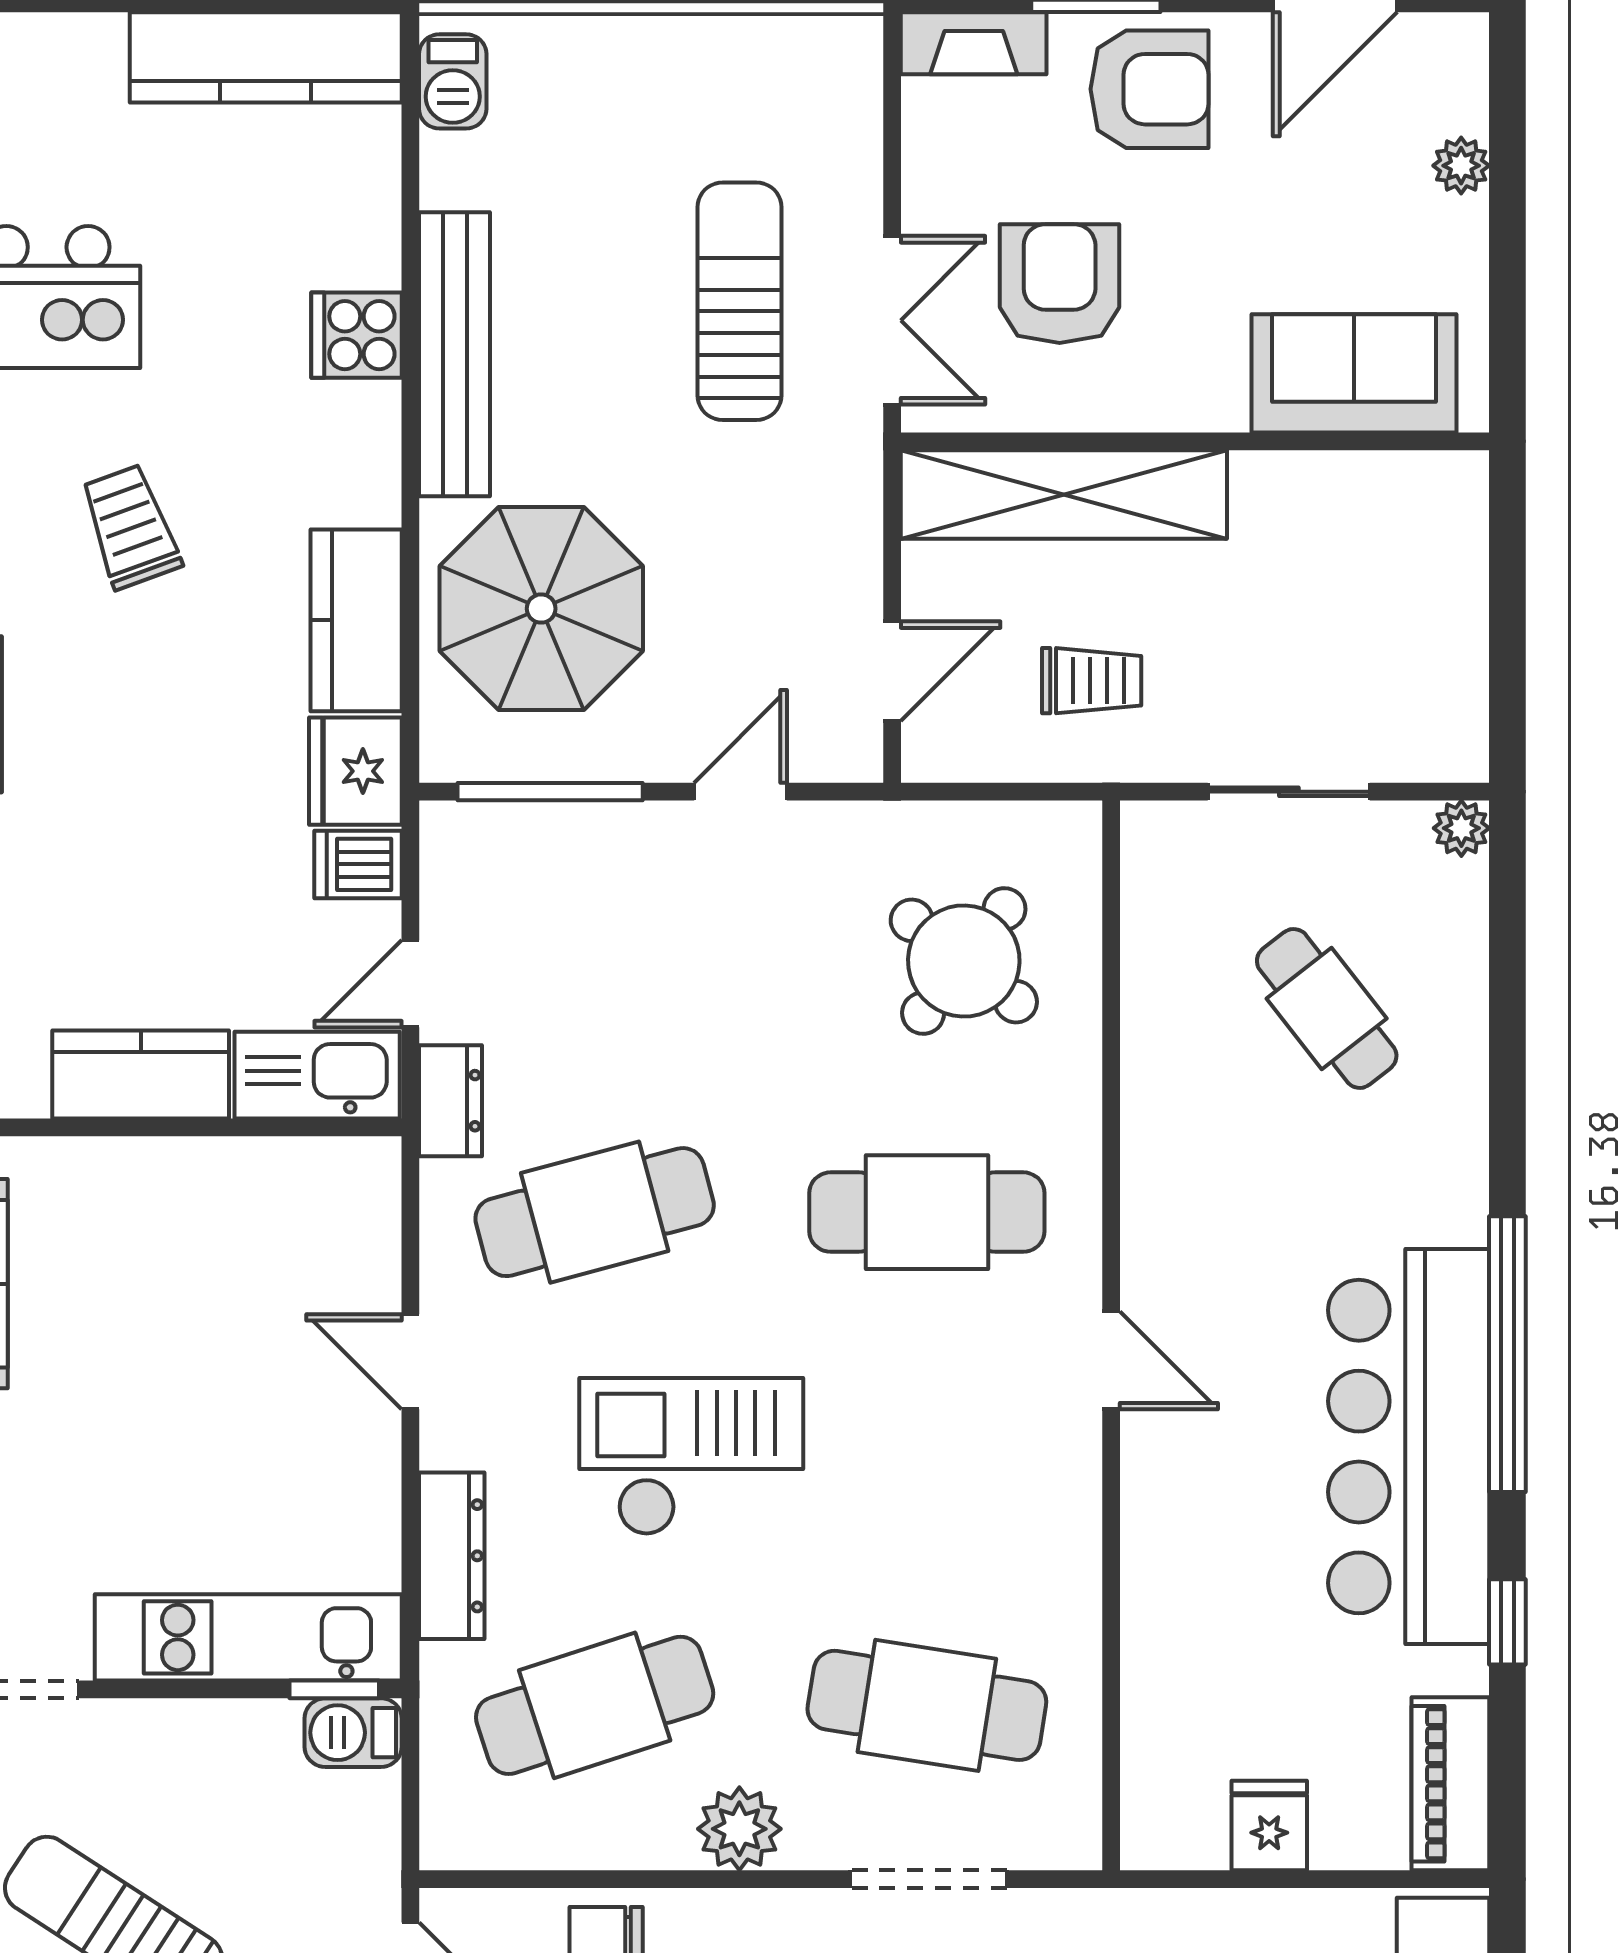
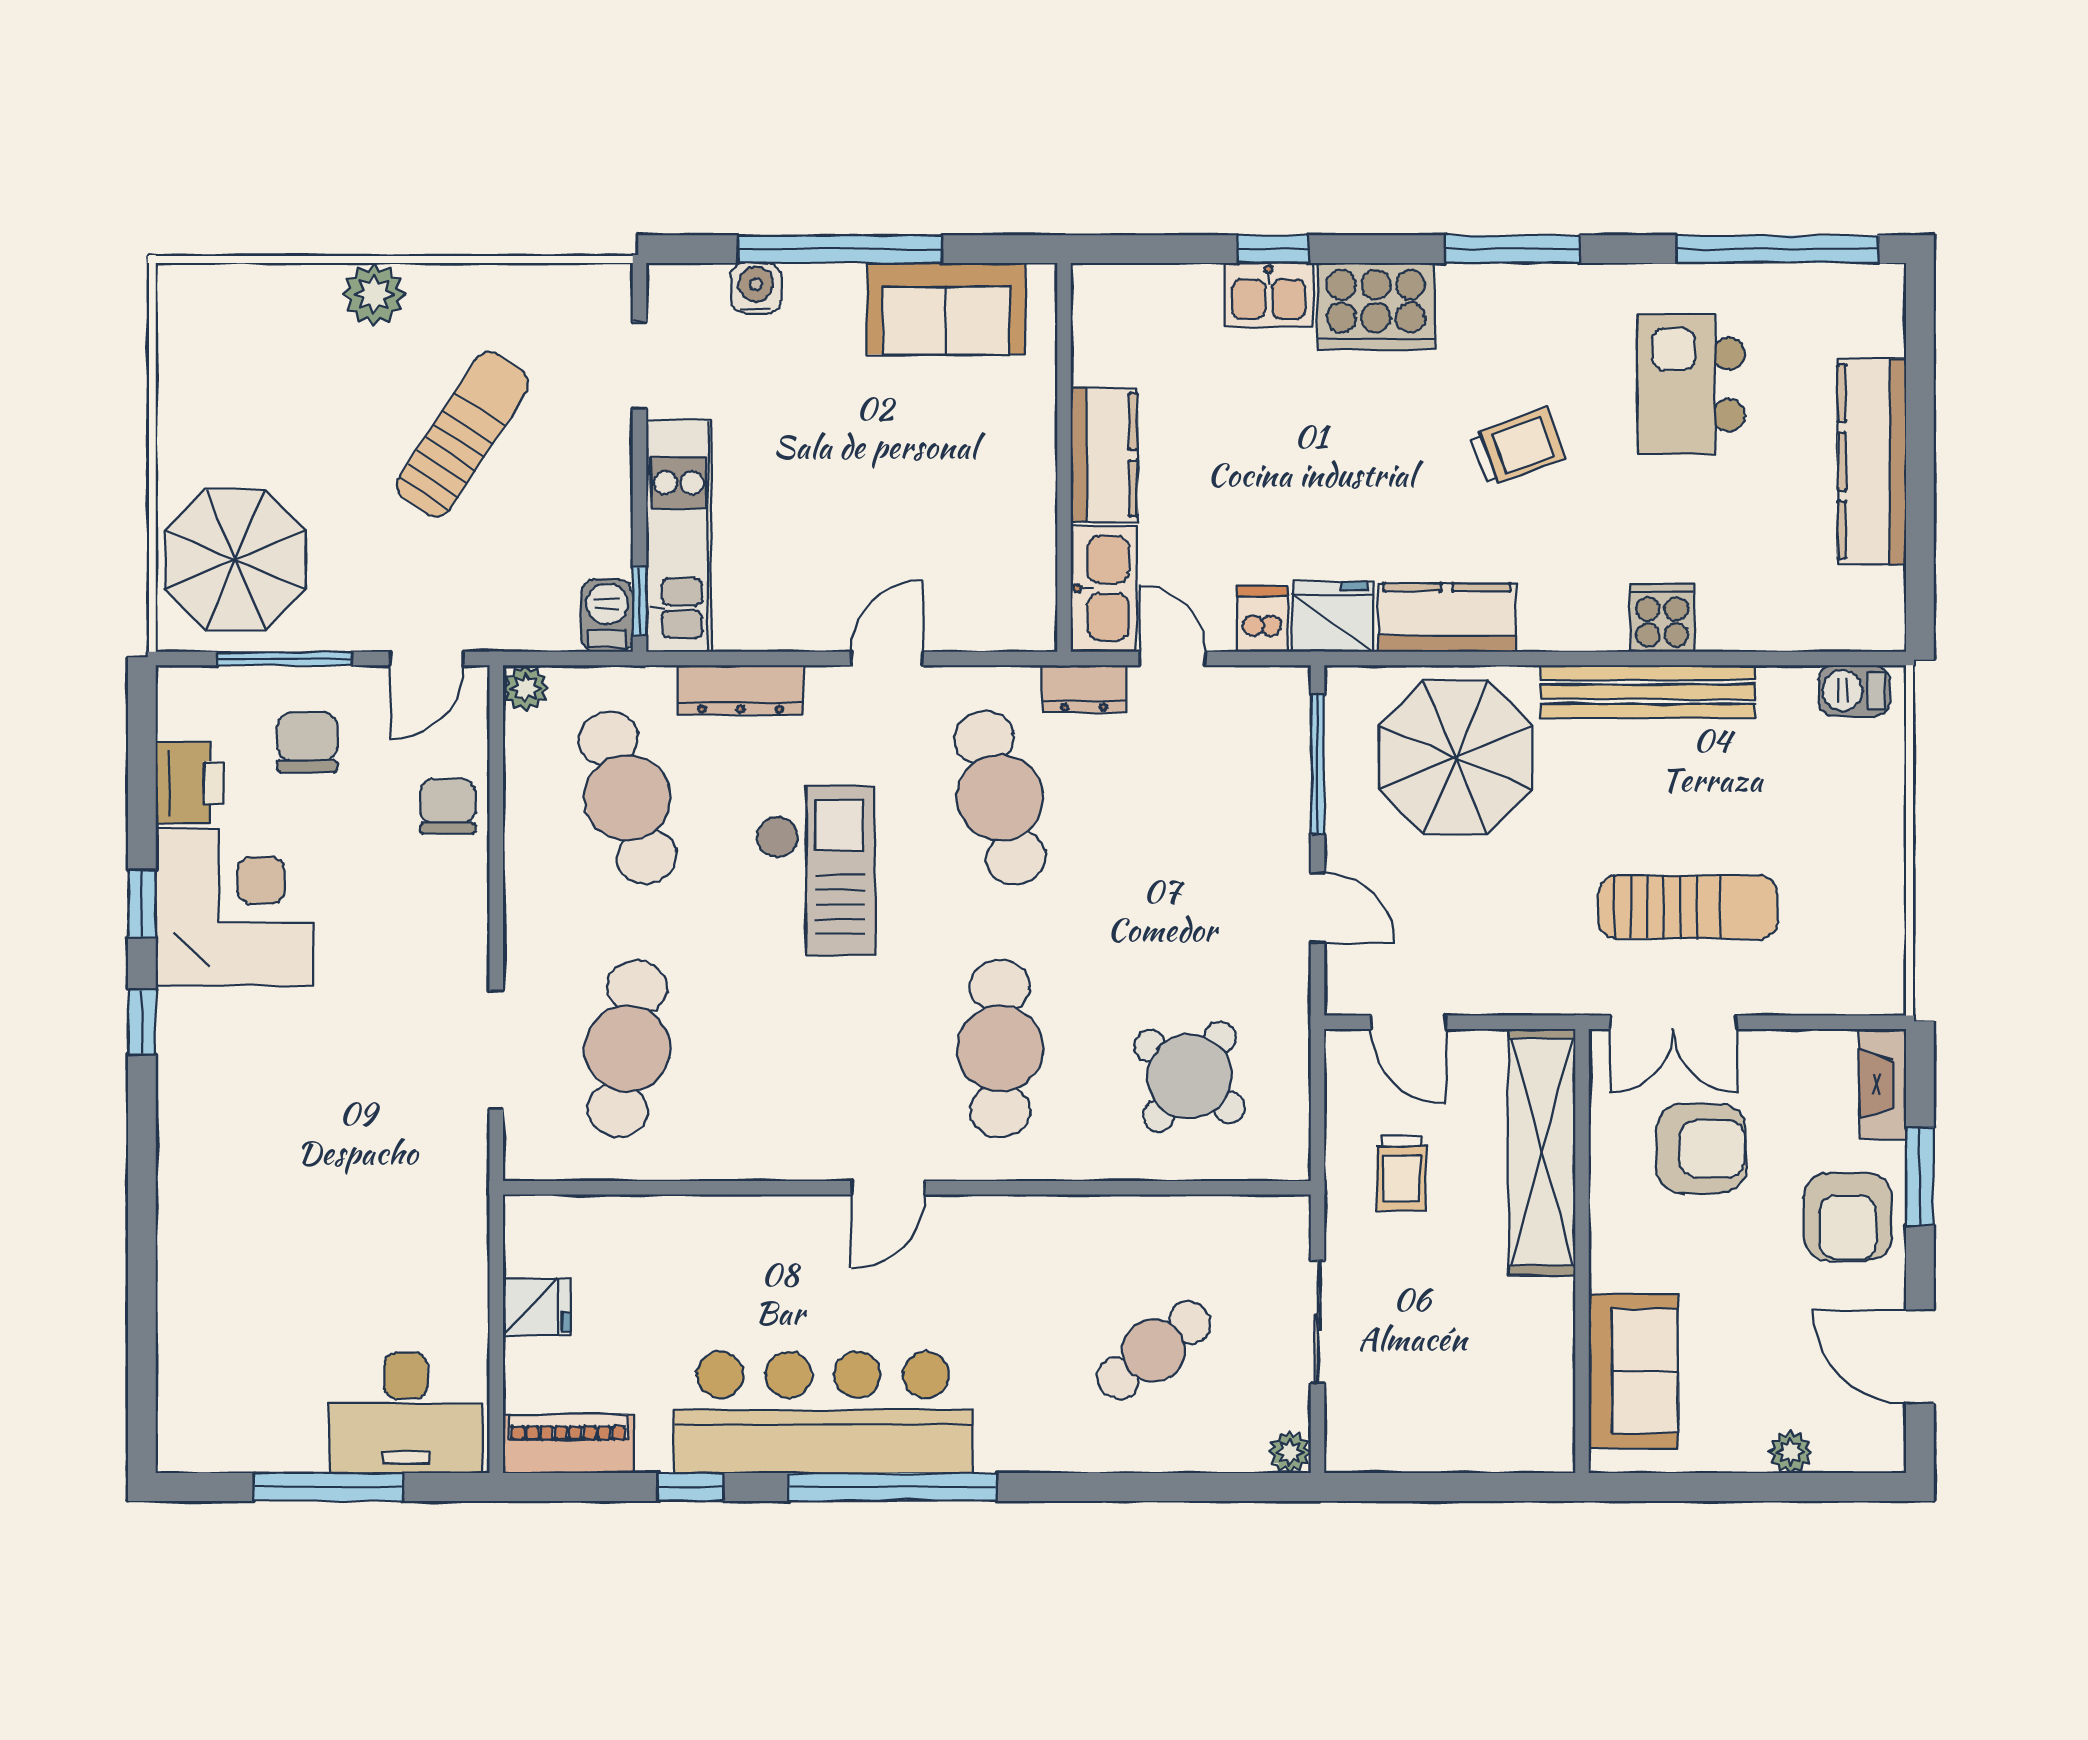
kitchen counter: (266, 57) -> (1872, 461), moved
plant: (739, 1829) -> (526, 688), moved, width x0.73, depth x0.73

